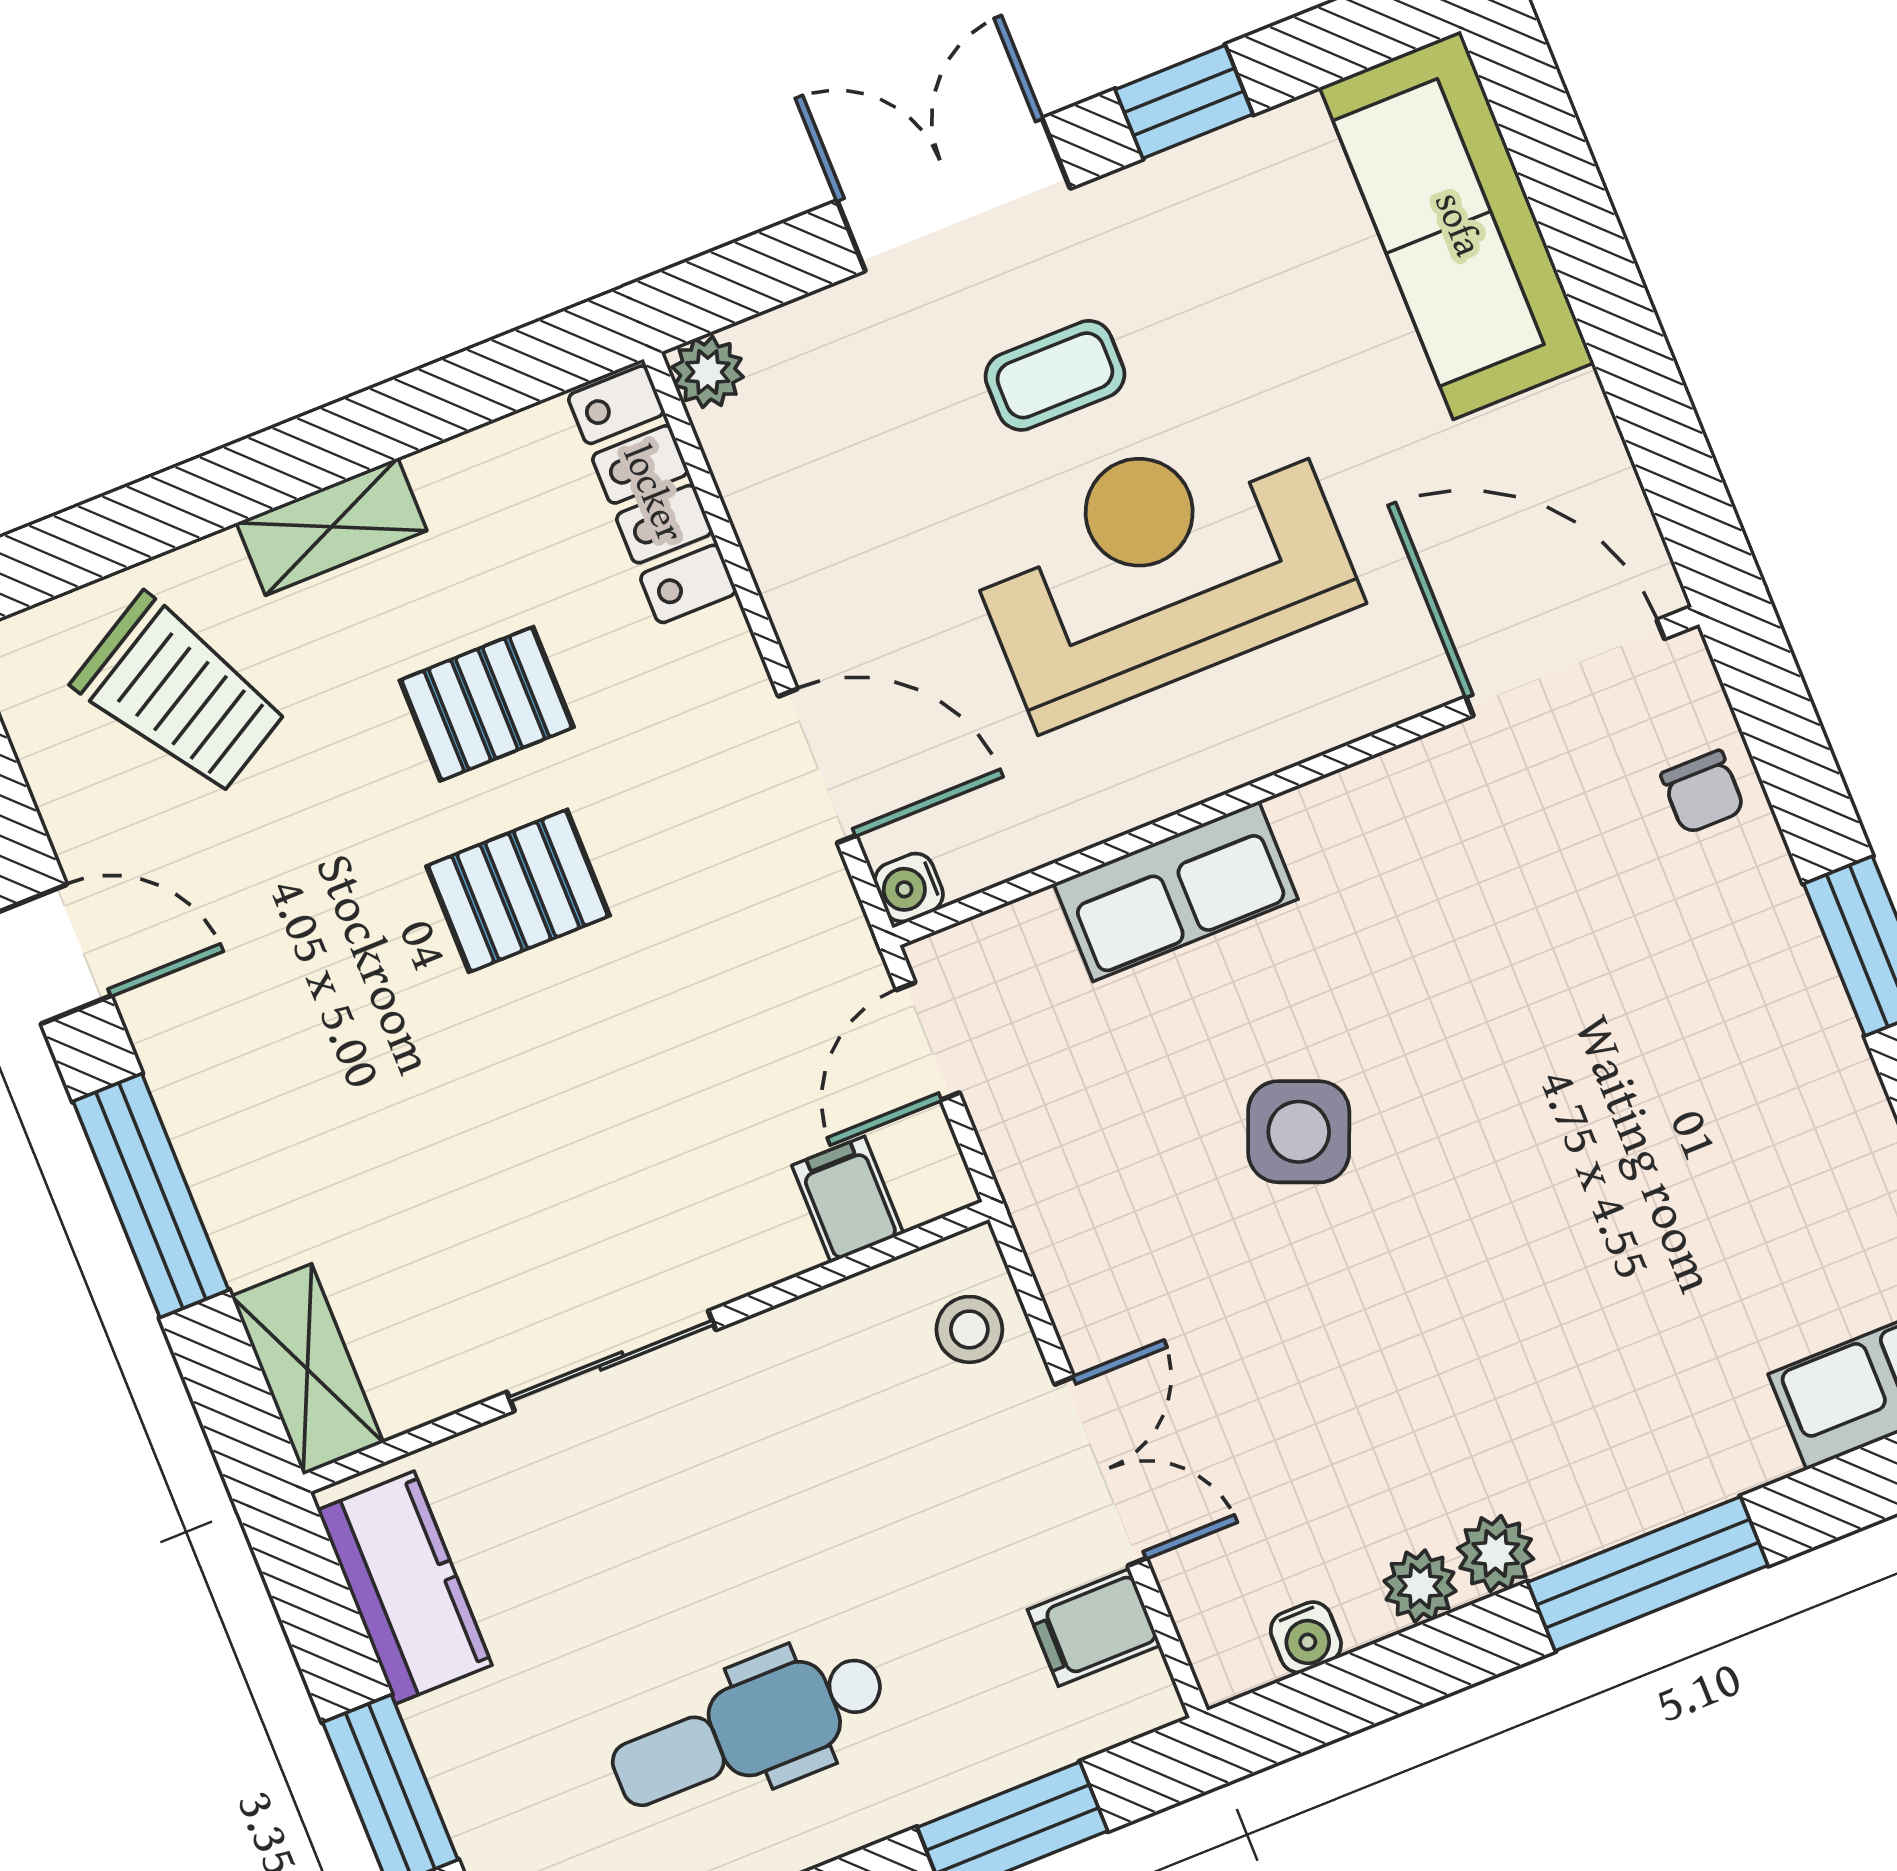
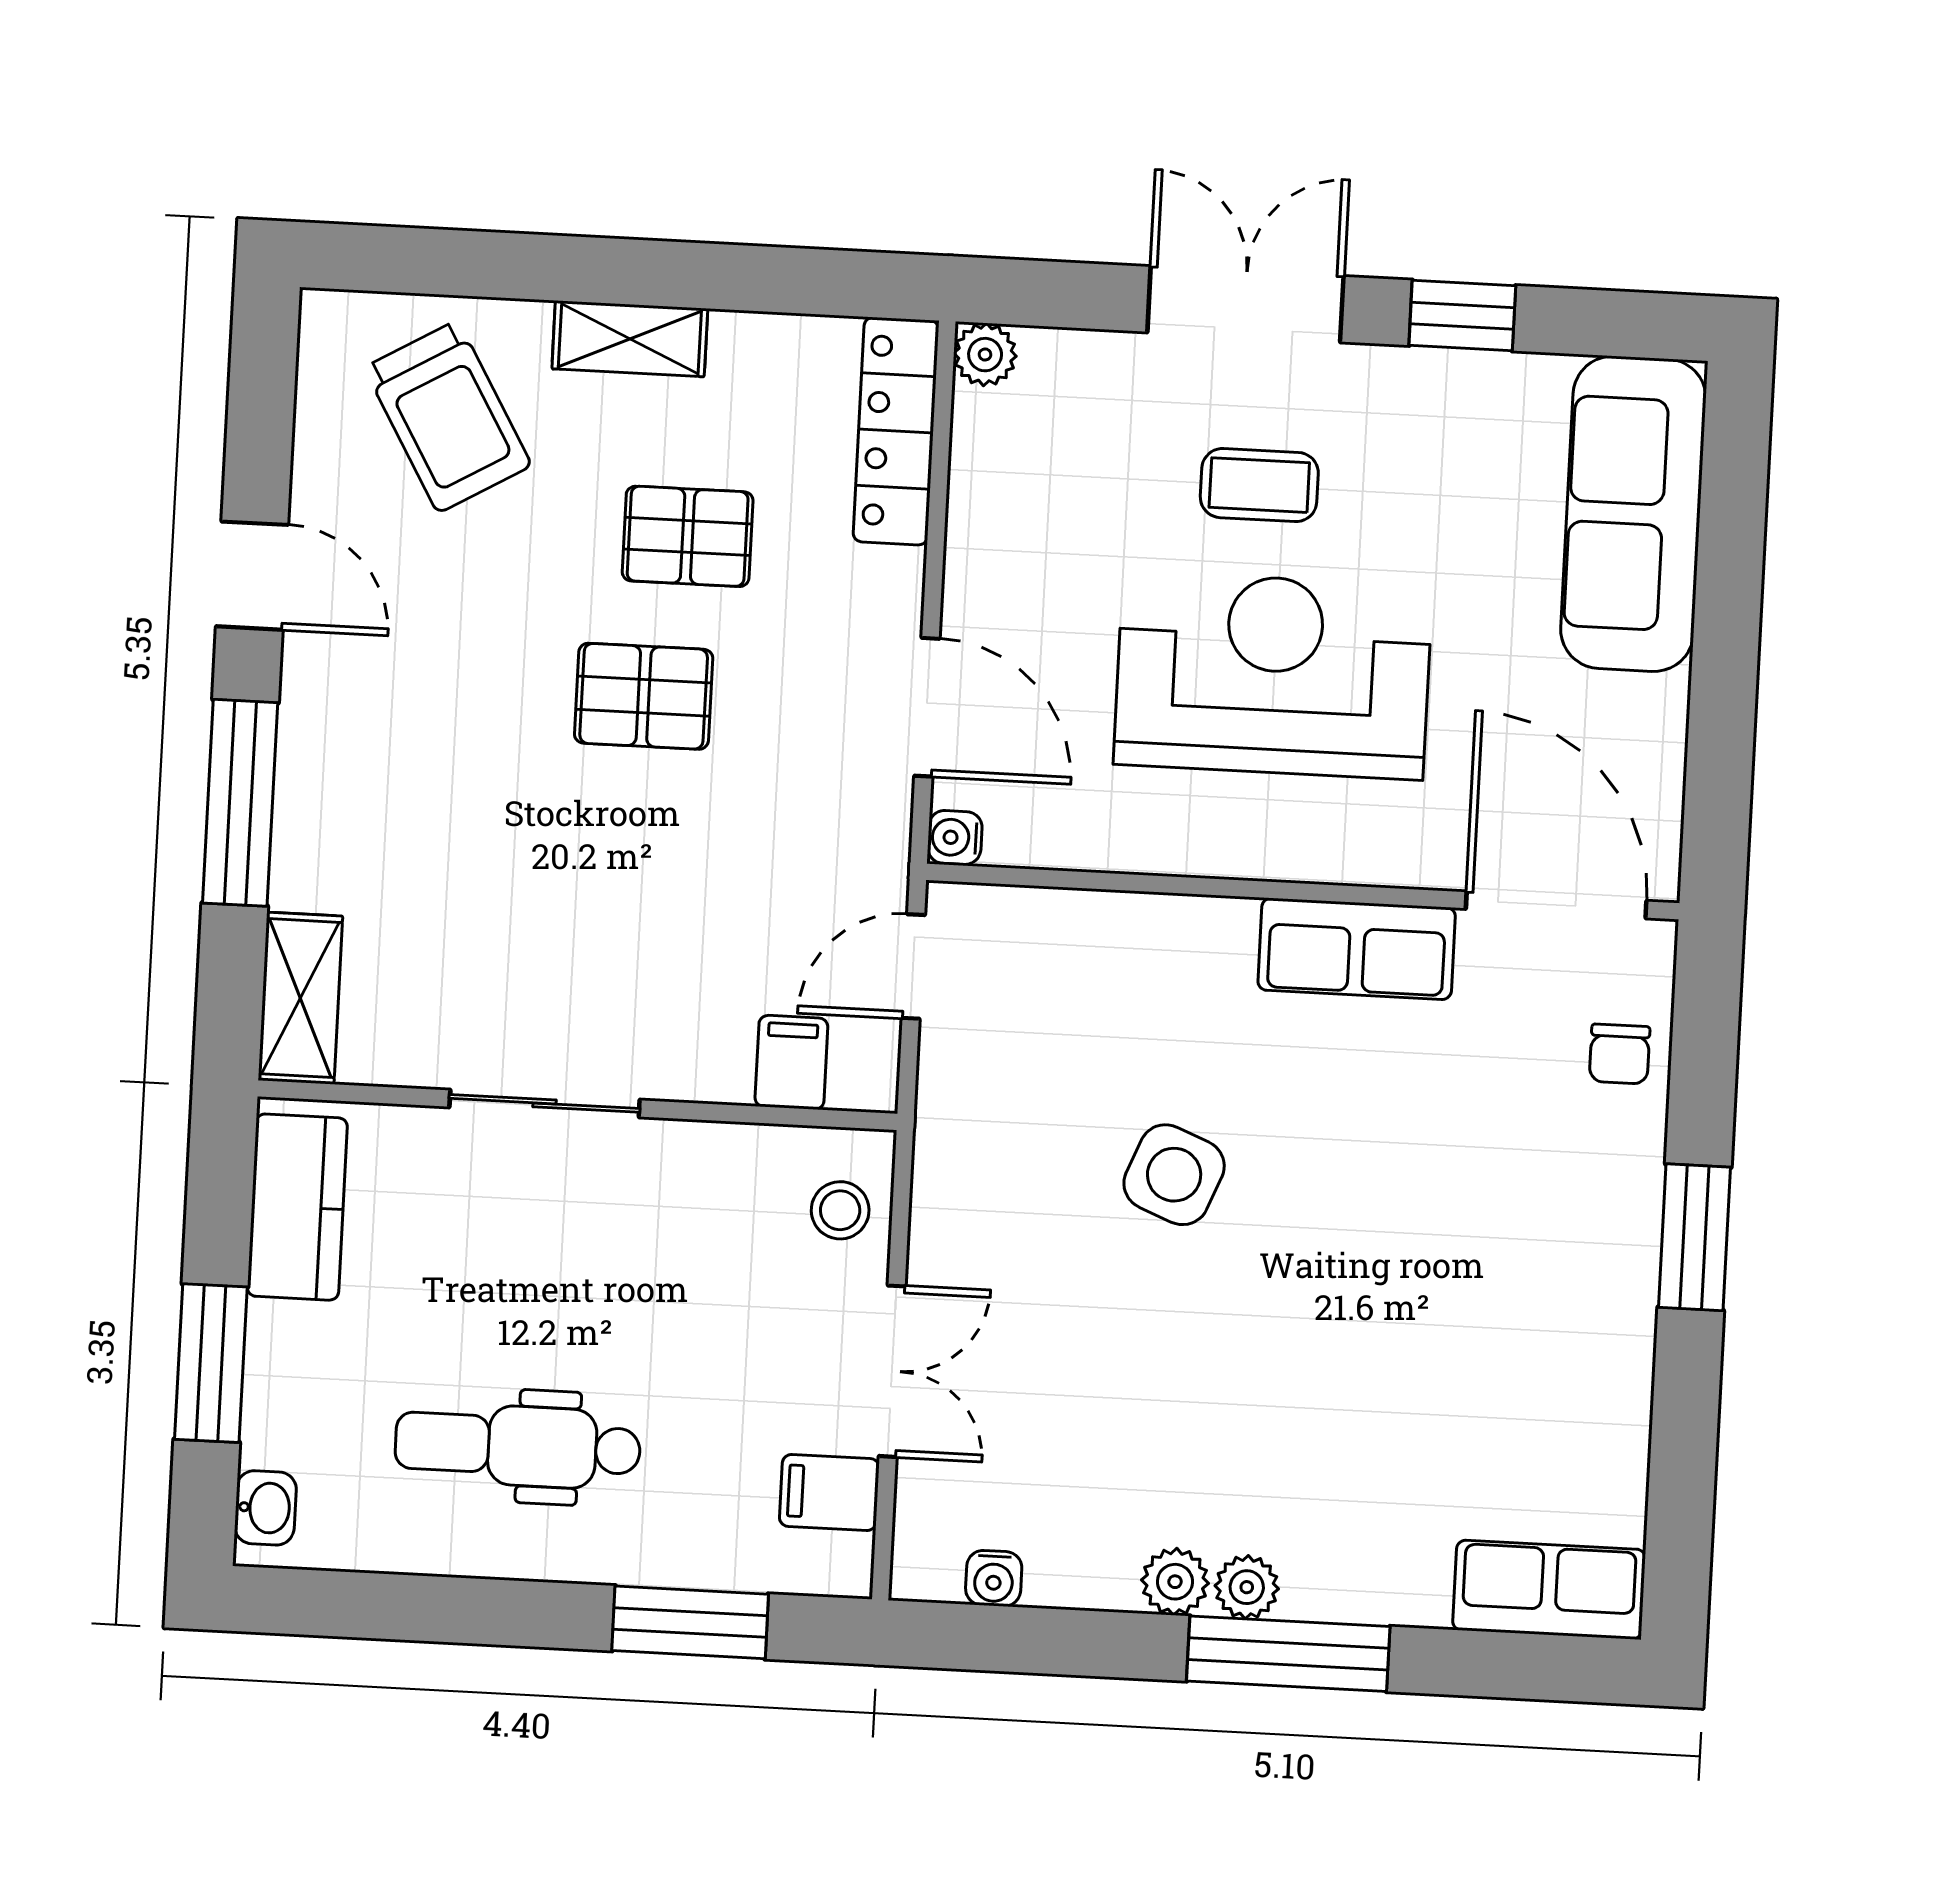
row of seats: (1176, 891) -> (1357, 949), moved
plant: (1420, 1586) -> (1247, 1587), moved

